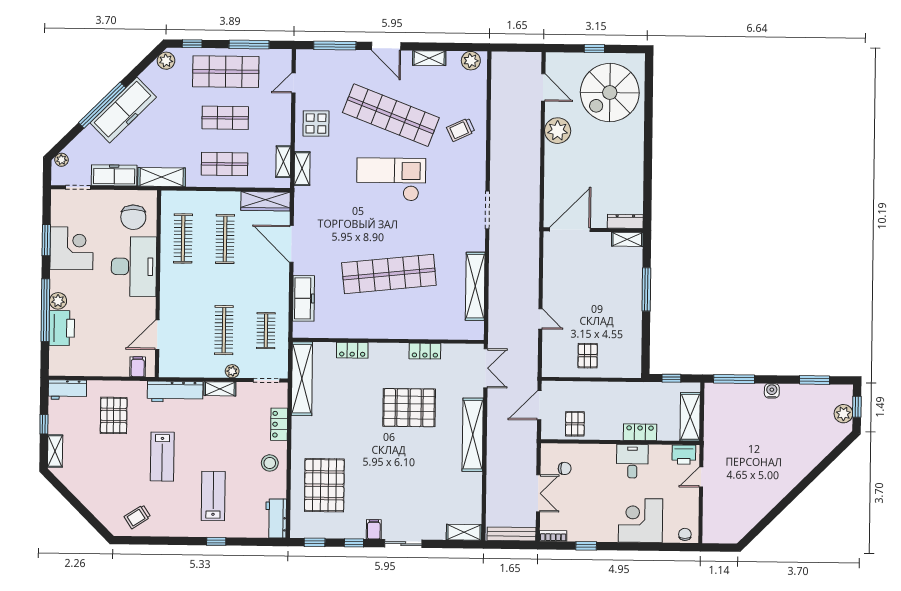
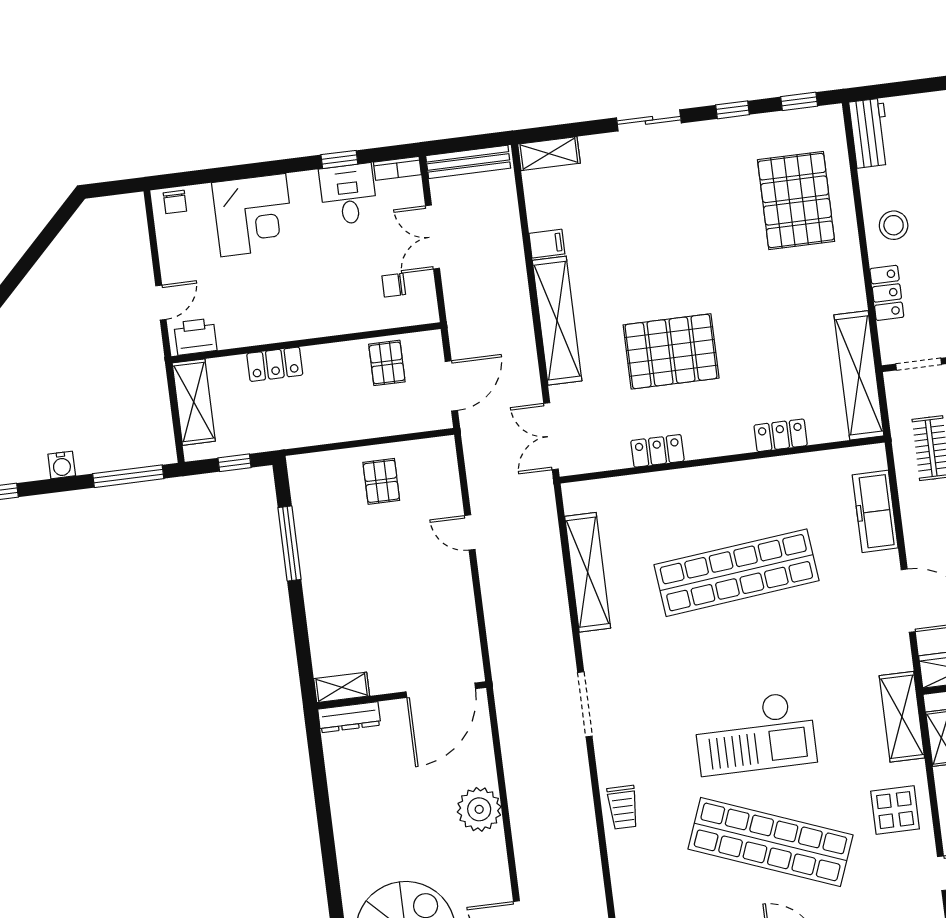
trolley: (461, 130) -> (623, 807), moved, turned 115
plant: (558, 131) -> (479, 809), moved
shelving: (302, 169) -> (902, 717), width x1.50, depth x1.33
window: (646, 289) -> (290, 543), moved
desk: (632, 461) -> (348, 194), moved, turned 180
filing cabinet: (374, 529) -> (547, 244), moved, turned -90

